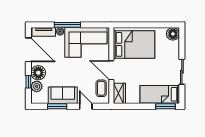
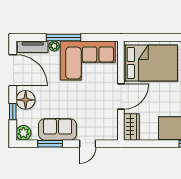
door: (111, 70) -> (121, 97), swing flipped
plant: (37, 86) -> (23, 133), moved
coffee table: (101, 88) -> (108, 120), removed
door: (86, 106) -> (88, 144), swing flipped

